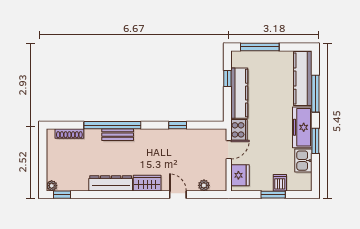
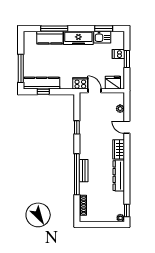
kitchen counter: (303, 79) -> (50, 38), width x0.67
kitchen counter: (239, 93) -> (41, 83), moved
window: (315, 141) -> (104, 29), moved
door: (178, 195) -> (127, 127), hinge flipped

